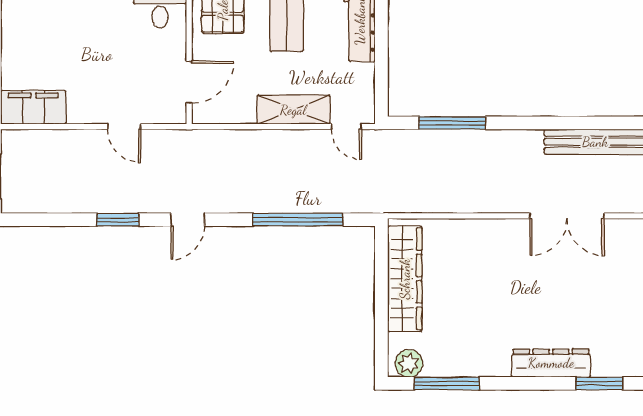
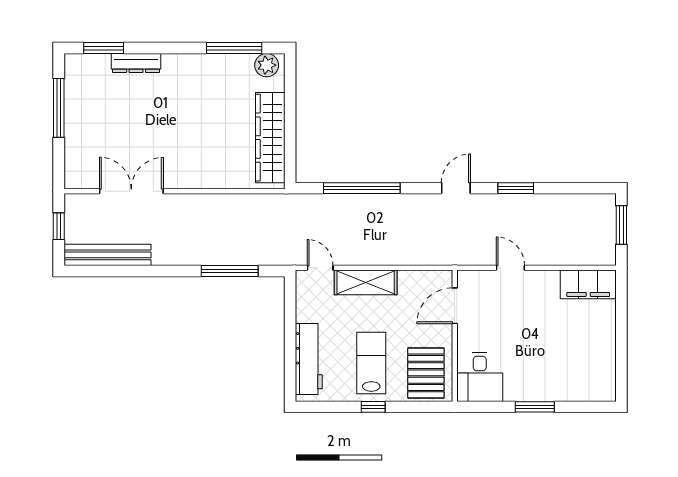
dresser: (551, 363) -> (136, 63), width x0.73, depth x0.80

